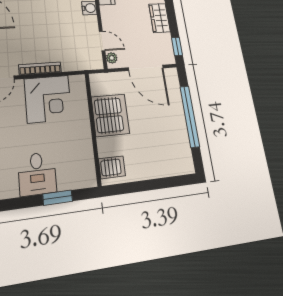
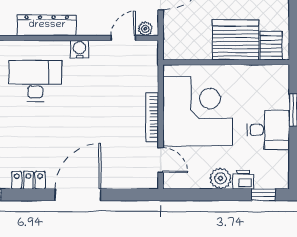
corner desk: (48, 99) -> (198, 111), width x1.36, depth x1.36
server rack: (110, 115) -> (236, 40), moved

